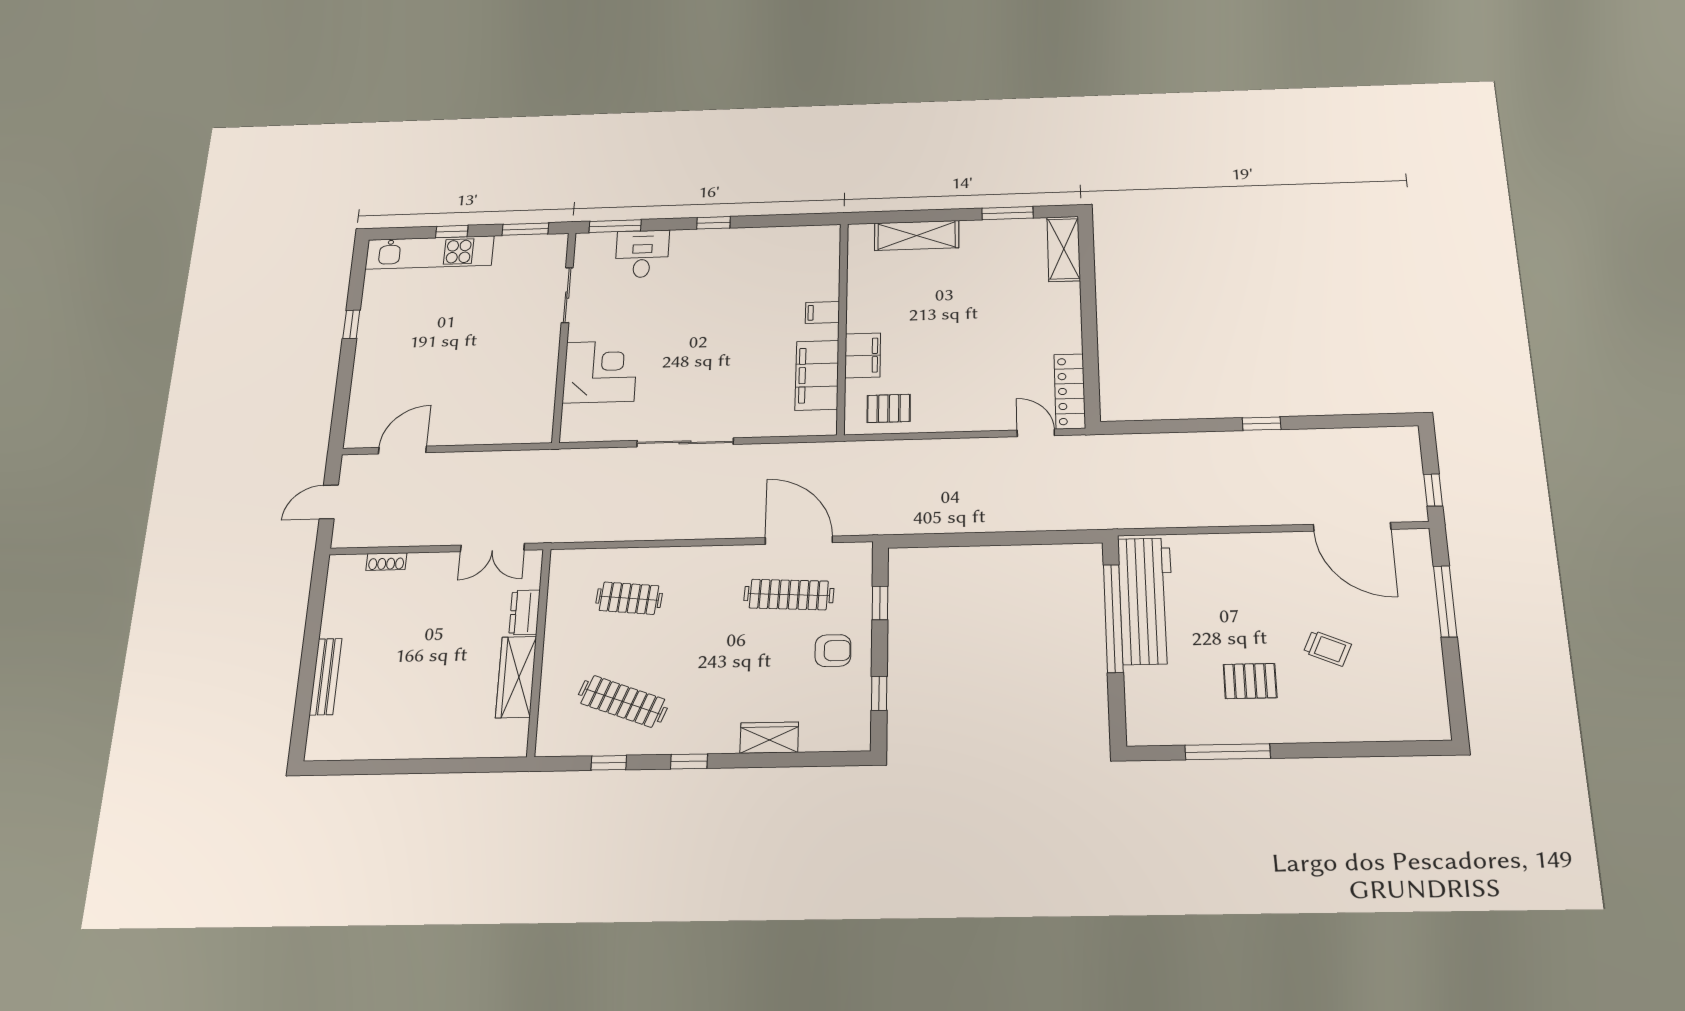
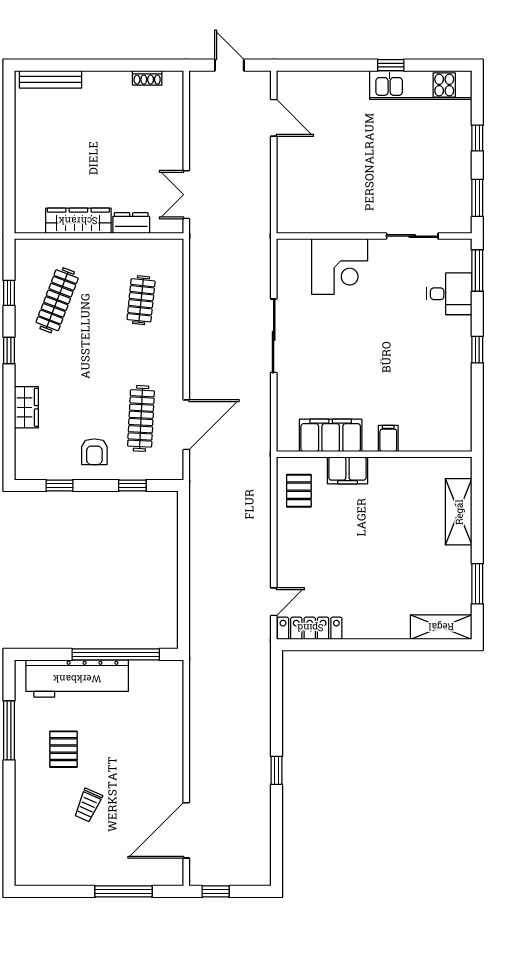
kitchen unit: (430, 253) -> (421, 85), moved, turned -90
shoe rack: (386, 562) -> (147, 78), moved, turned -90
workbench: (1146, 601) -> (77, 679), moved
bench: (326, 677) -> (51, 79), moved

